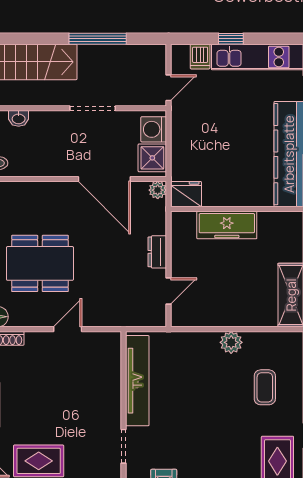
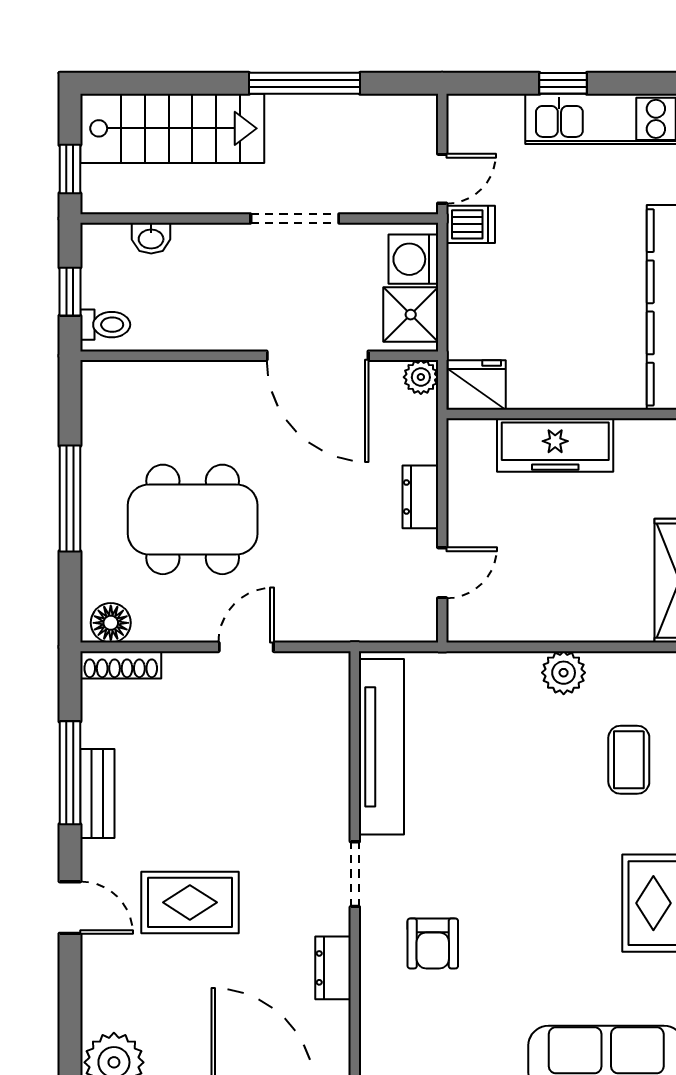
dishwasher: (200, 57) -> (471, 224), moved, turned -90

